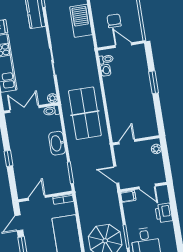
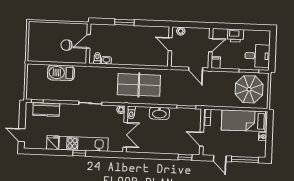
double door: (24, 109) -> (125, 135), swing flipped
door: (127, 142) -> (170, 44), moved
window: (8, 158) -> (185, 157), moved
door: (116, 175) -> (196, 69), hinge flipped

